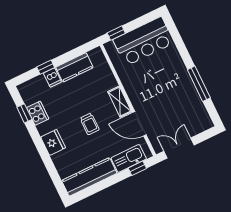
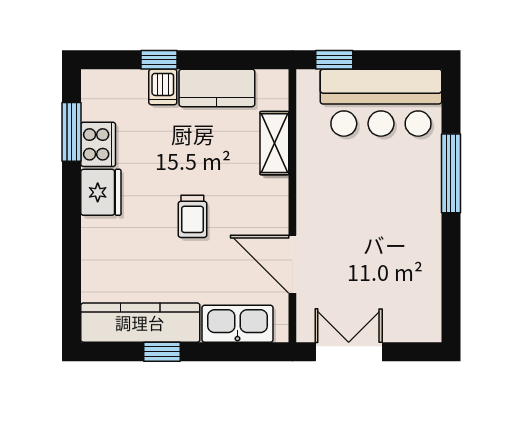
window: (199, 84) -> (451, 173), moved
shelving: (120, 102) -> (274, 143), moved
window: (24, 113) -> (72, 132), width x1.50
fridge: (53, 142) -> (101, 192), moved
window: (137, 168) -> (162, 352), moved

